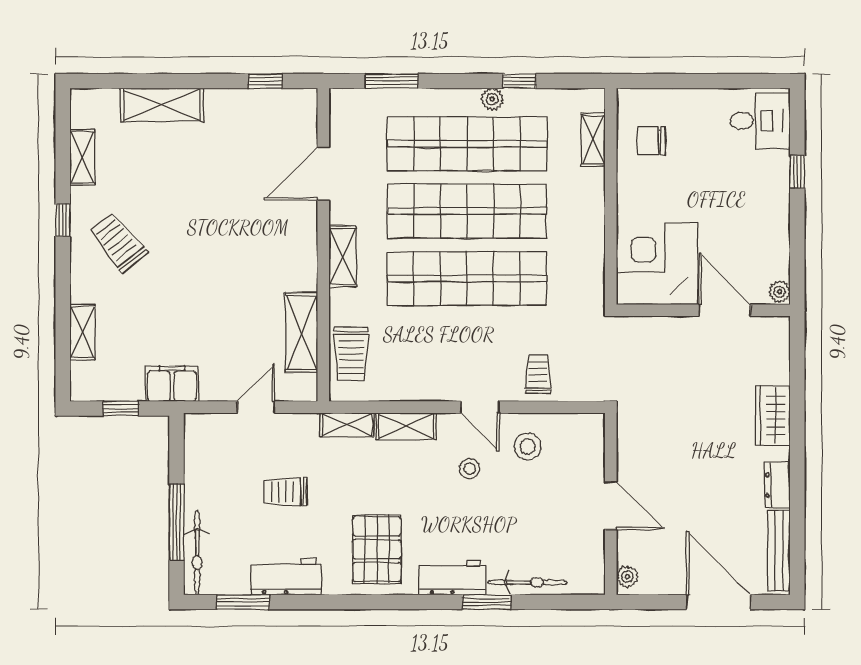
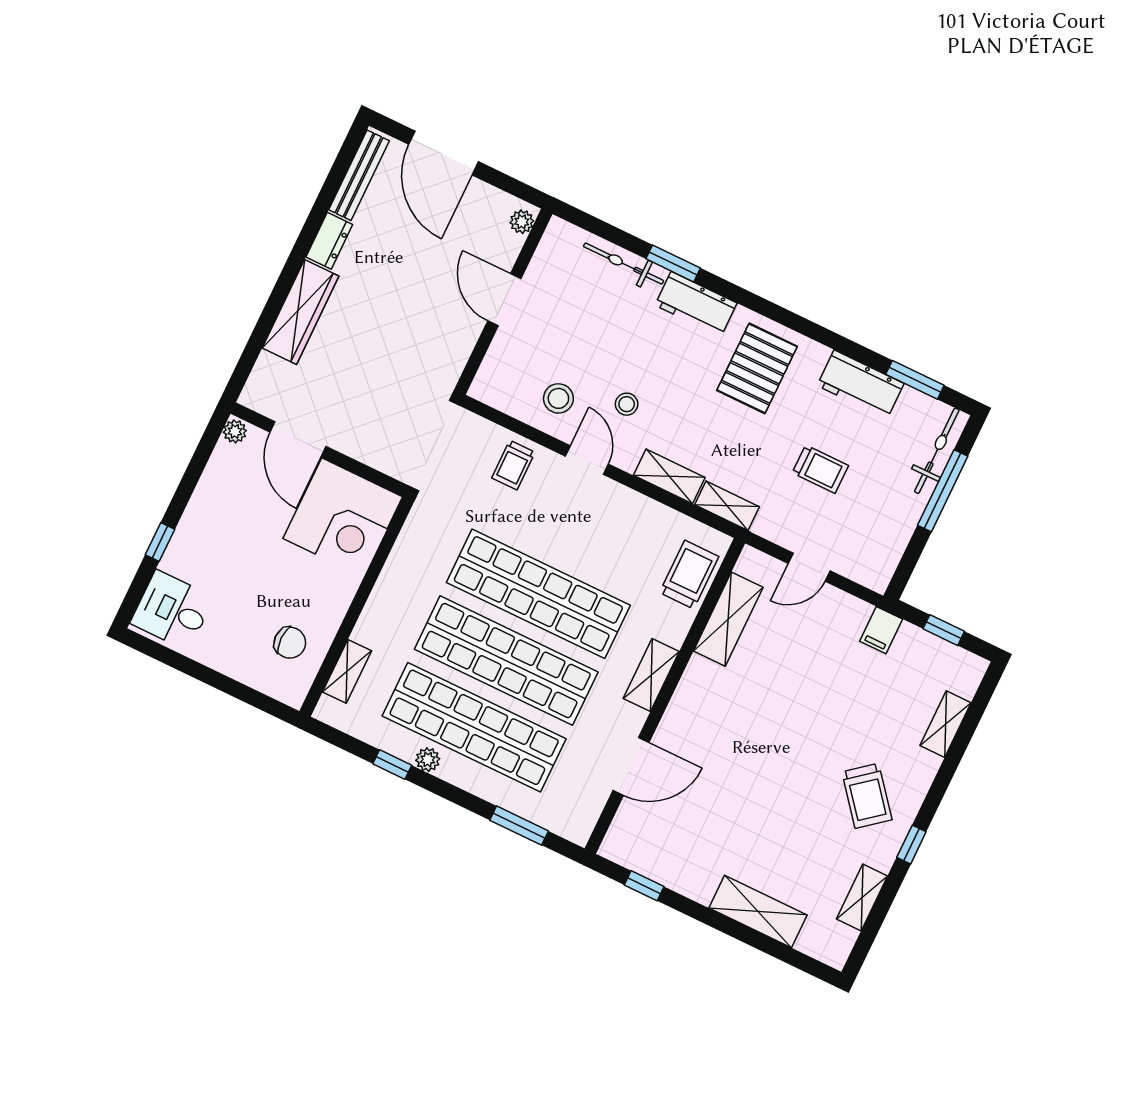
filing cabinet: (172, 384) -> (881, 630), width x0.50
wardrobe: (773, 415) -> (300, 312), width x1.50

